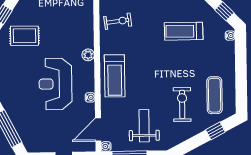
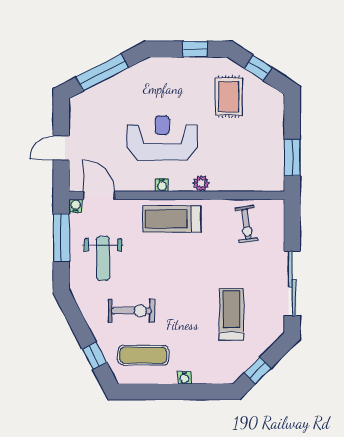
water cooler: (230, 36) -> (184, 378), moved
water cooler: (90, 97) -> (162, 185), moved
weight bench: (144, 126) -> (103, 258), turned 90

